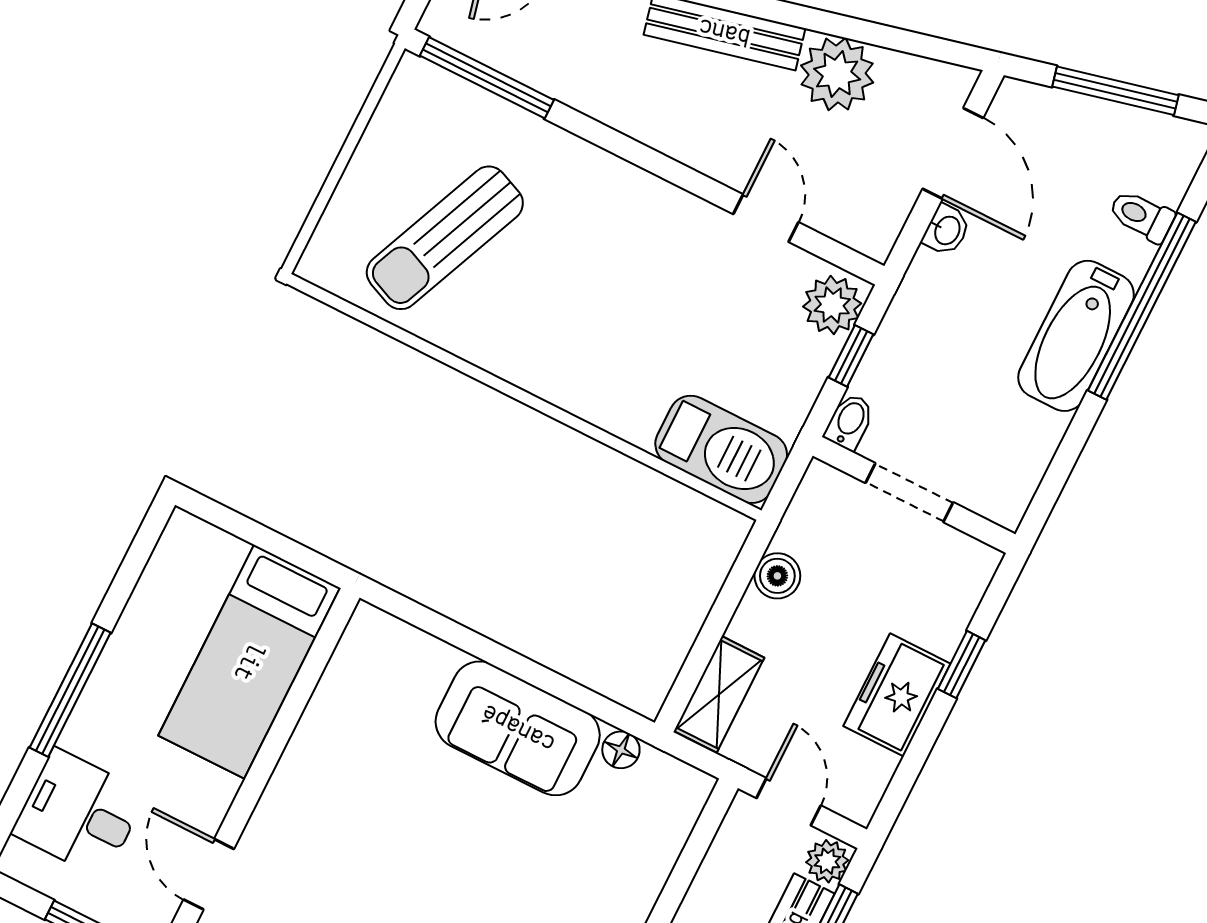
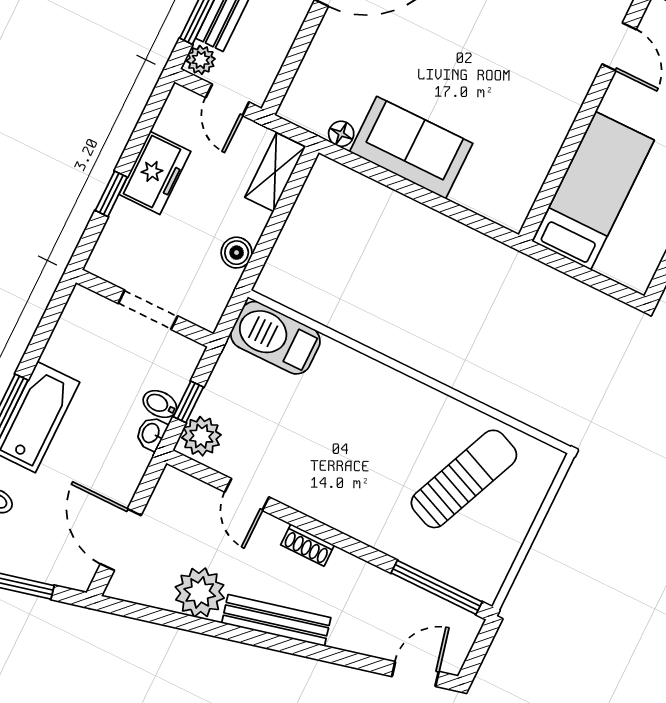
shoe rack: (677, 142) -> (307, 545), added
washbasin: (946, 230) -> (151, 433), moved
bidet: (849, 422) -> (160, 404), moved, turned 90

